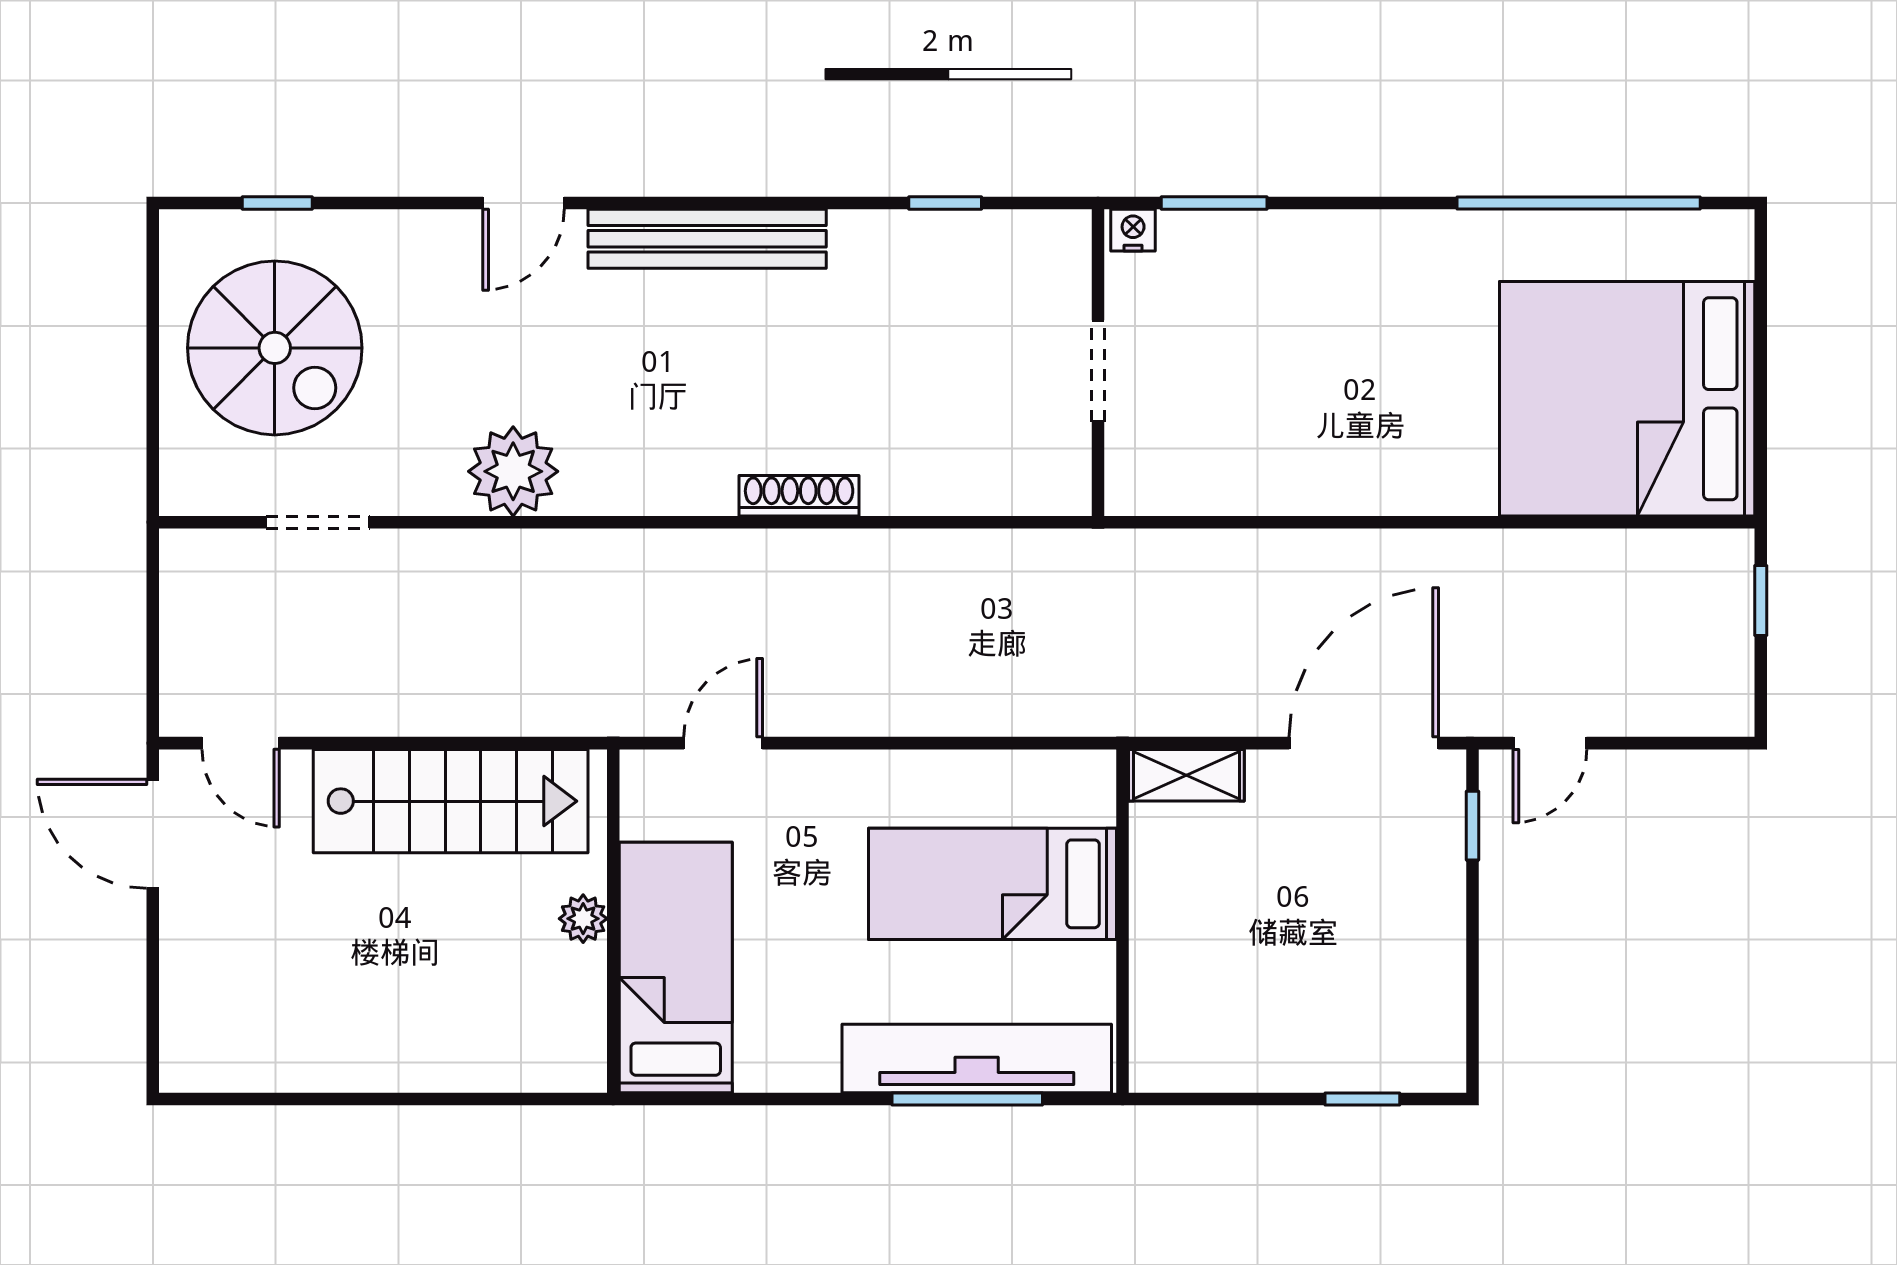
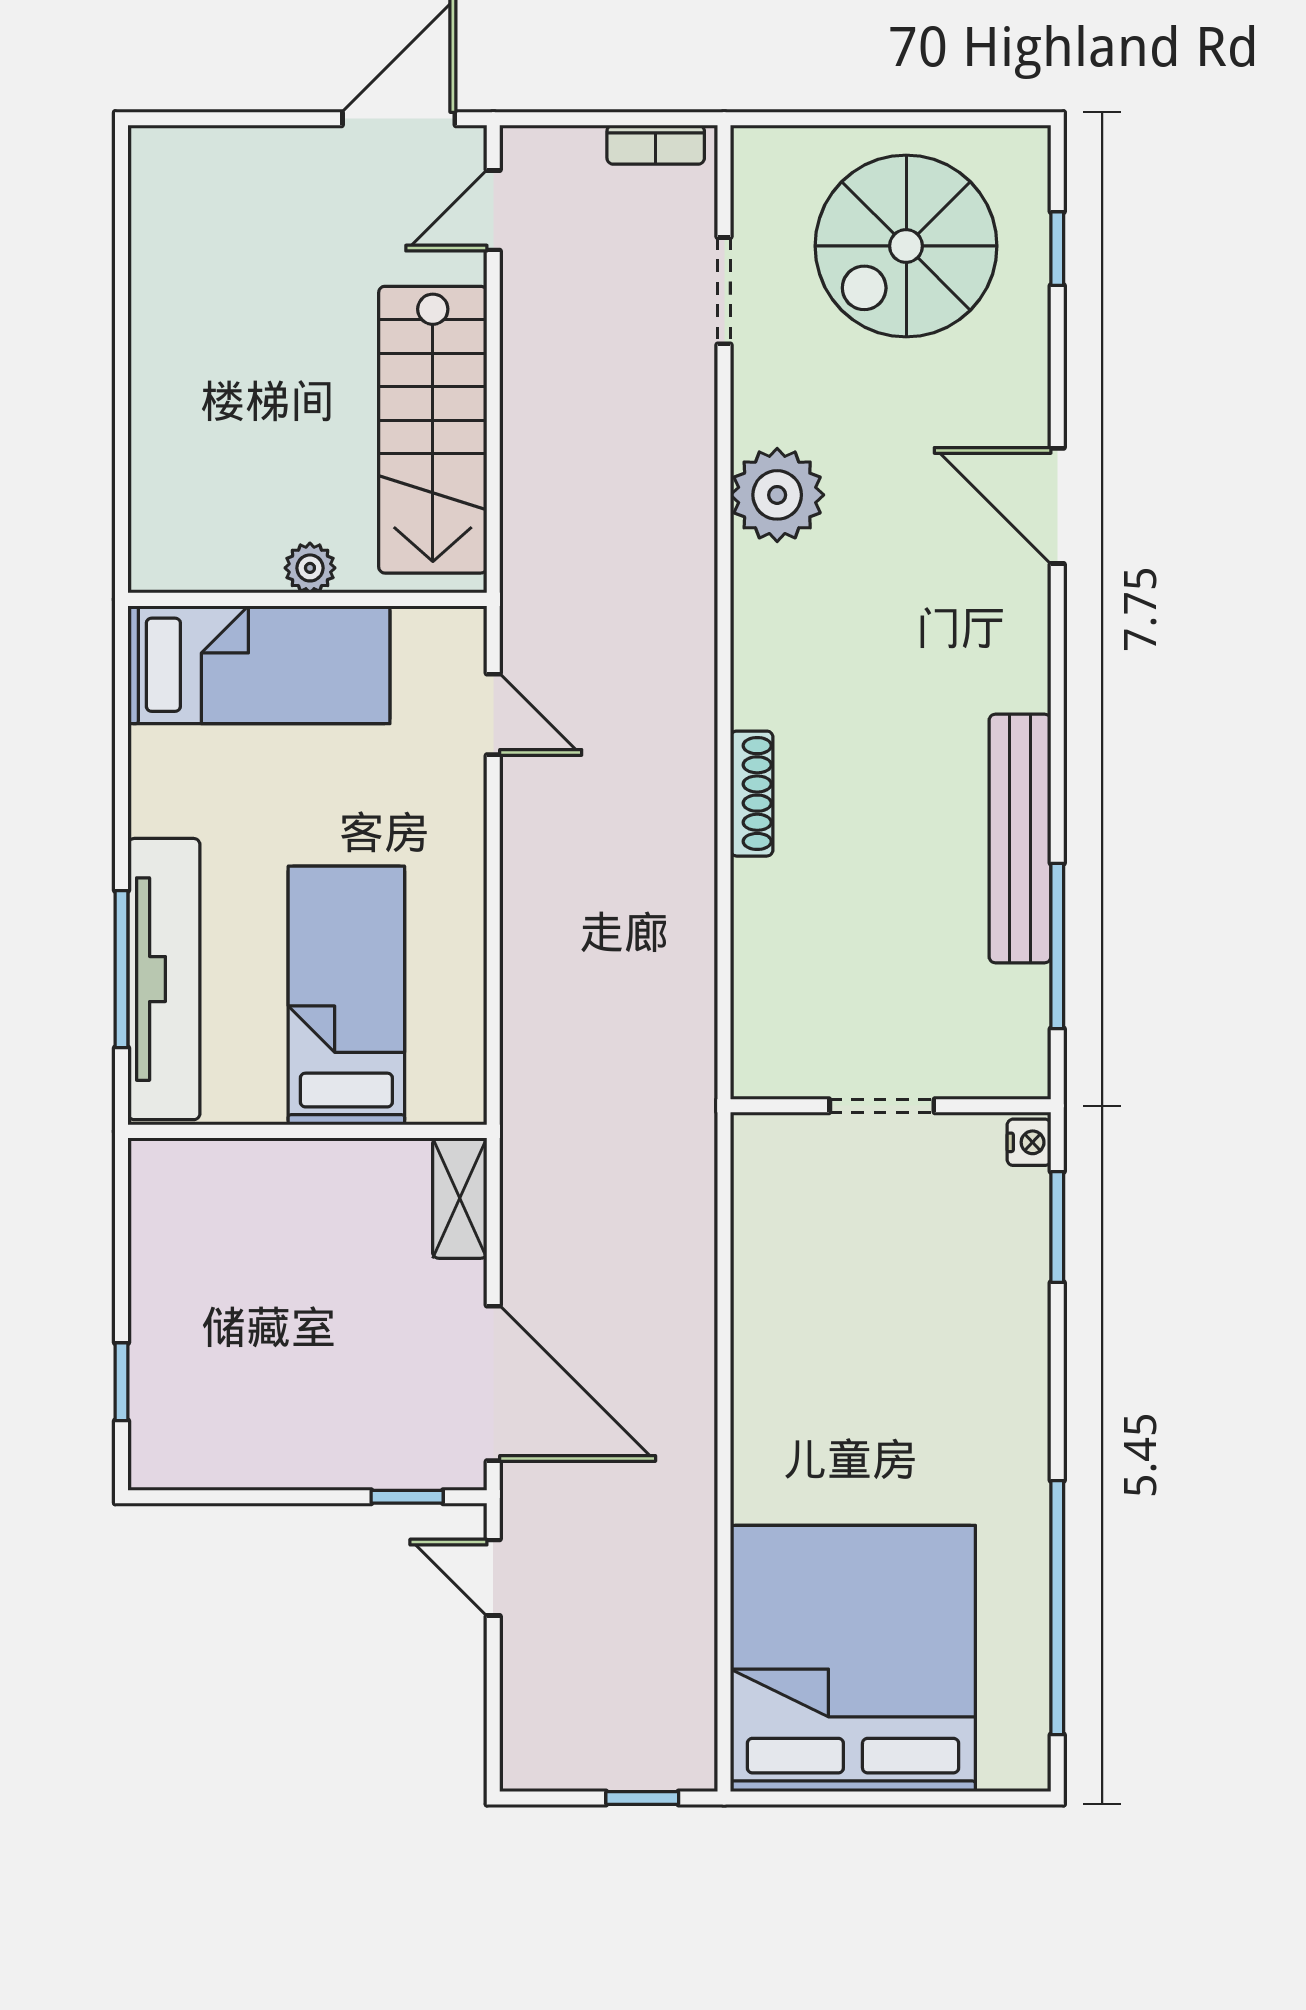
door: (524, 203) -> (1057, 506), width x1.38
window: (945, 203) -> (1057, 946), width x2.17
bench: (707, 239) -> (1020, 838), moved
bookcase: (178, 588) -> (656, 145), added

